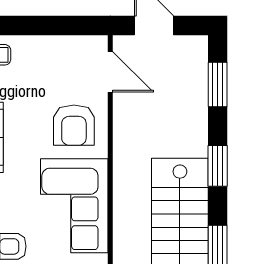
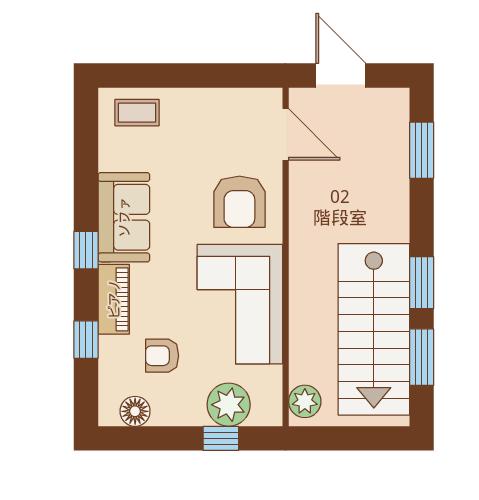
window: (218, 166) -> (422, 283), moved

